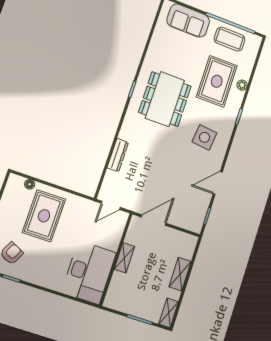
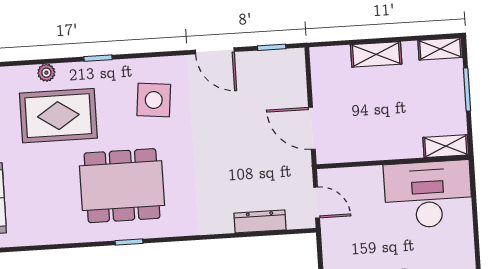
dresser: (118, 155) -> (260, 221), moved
shelving: (124, 258) -> (446, 146), moved

